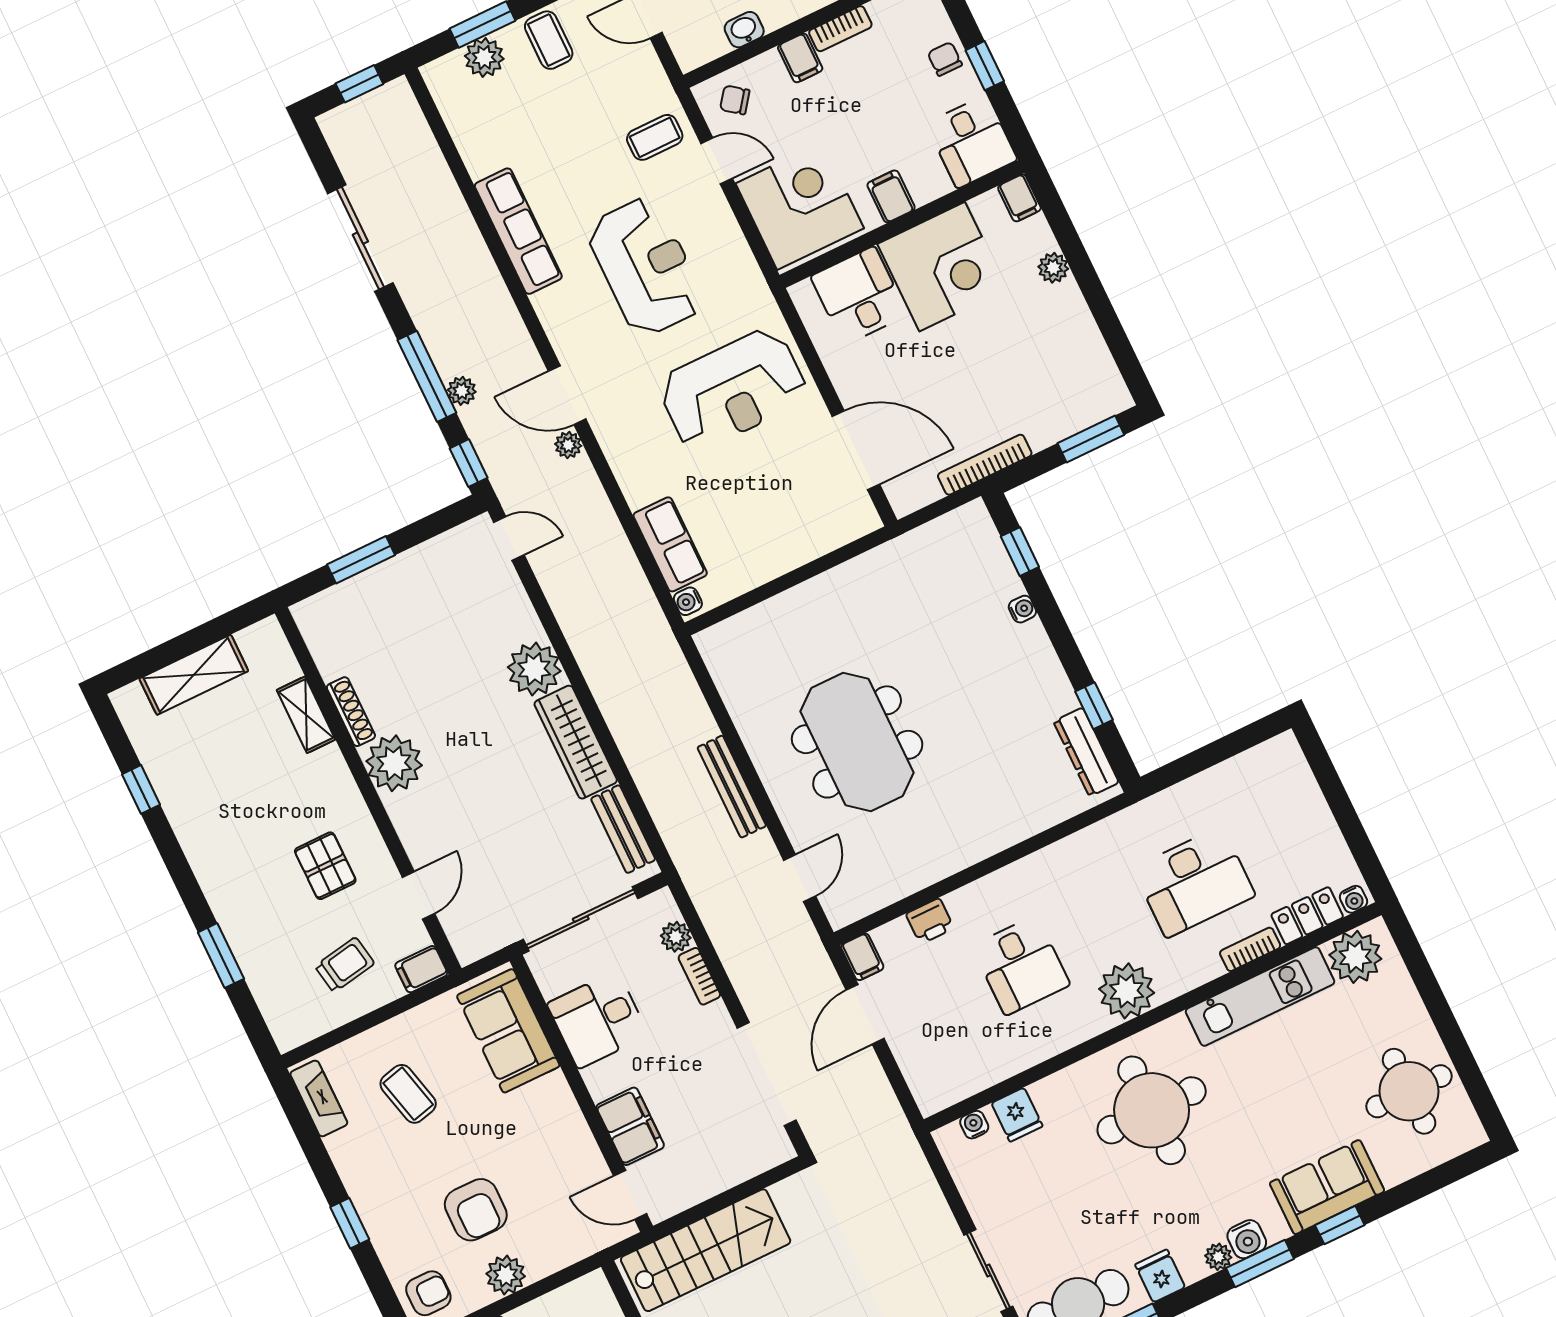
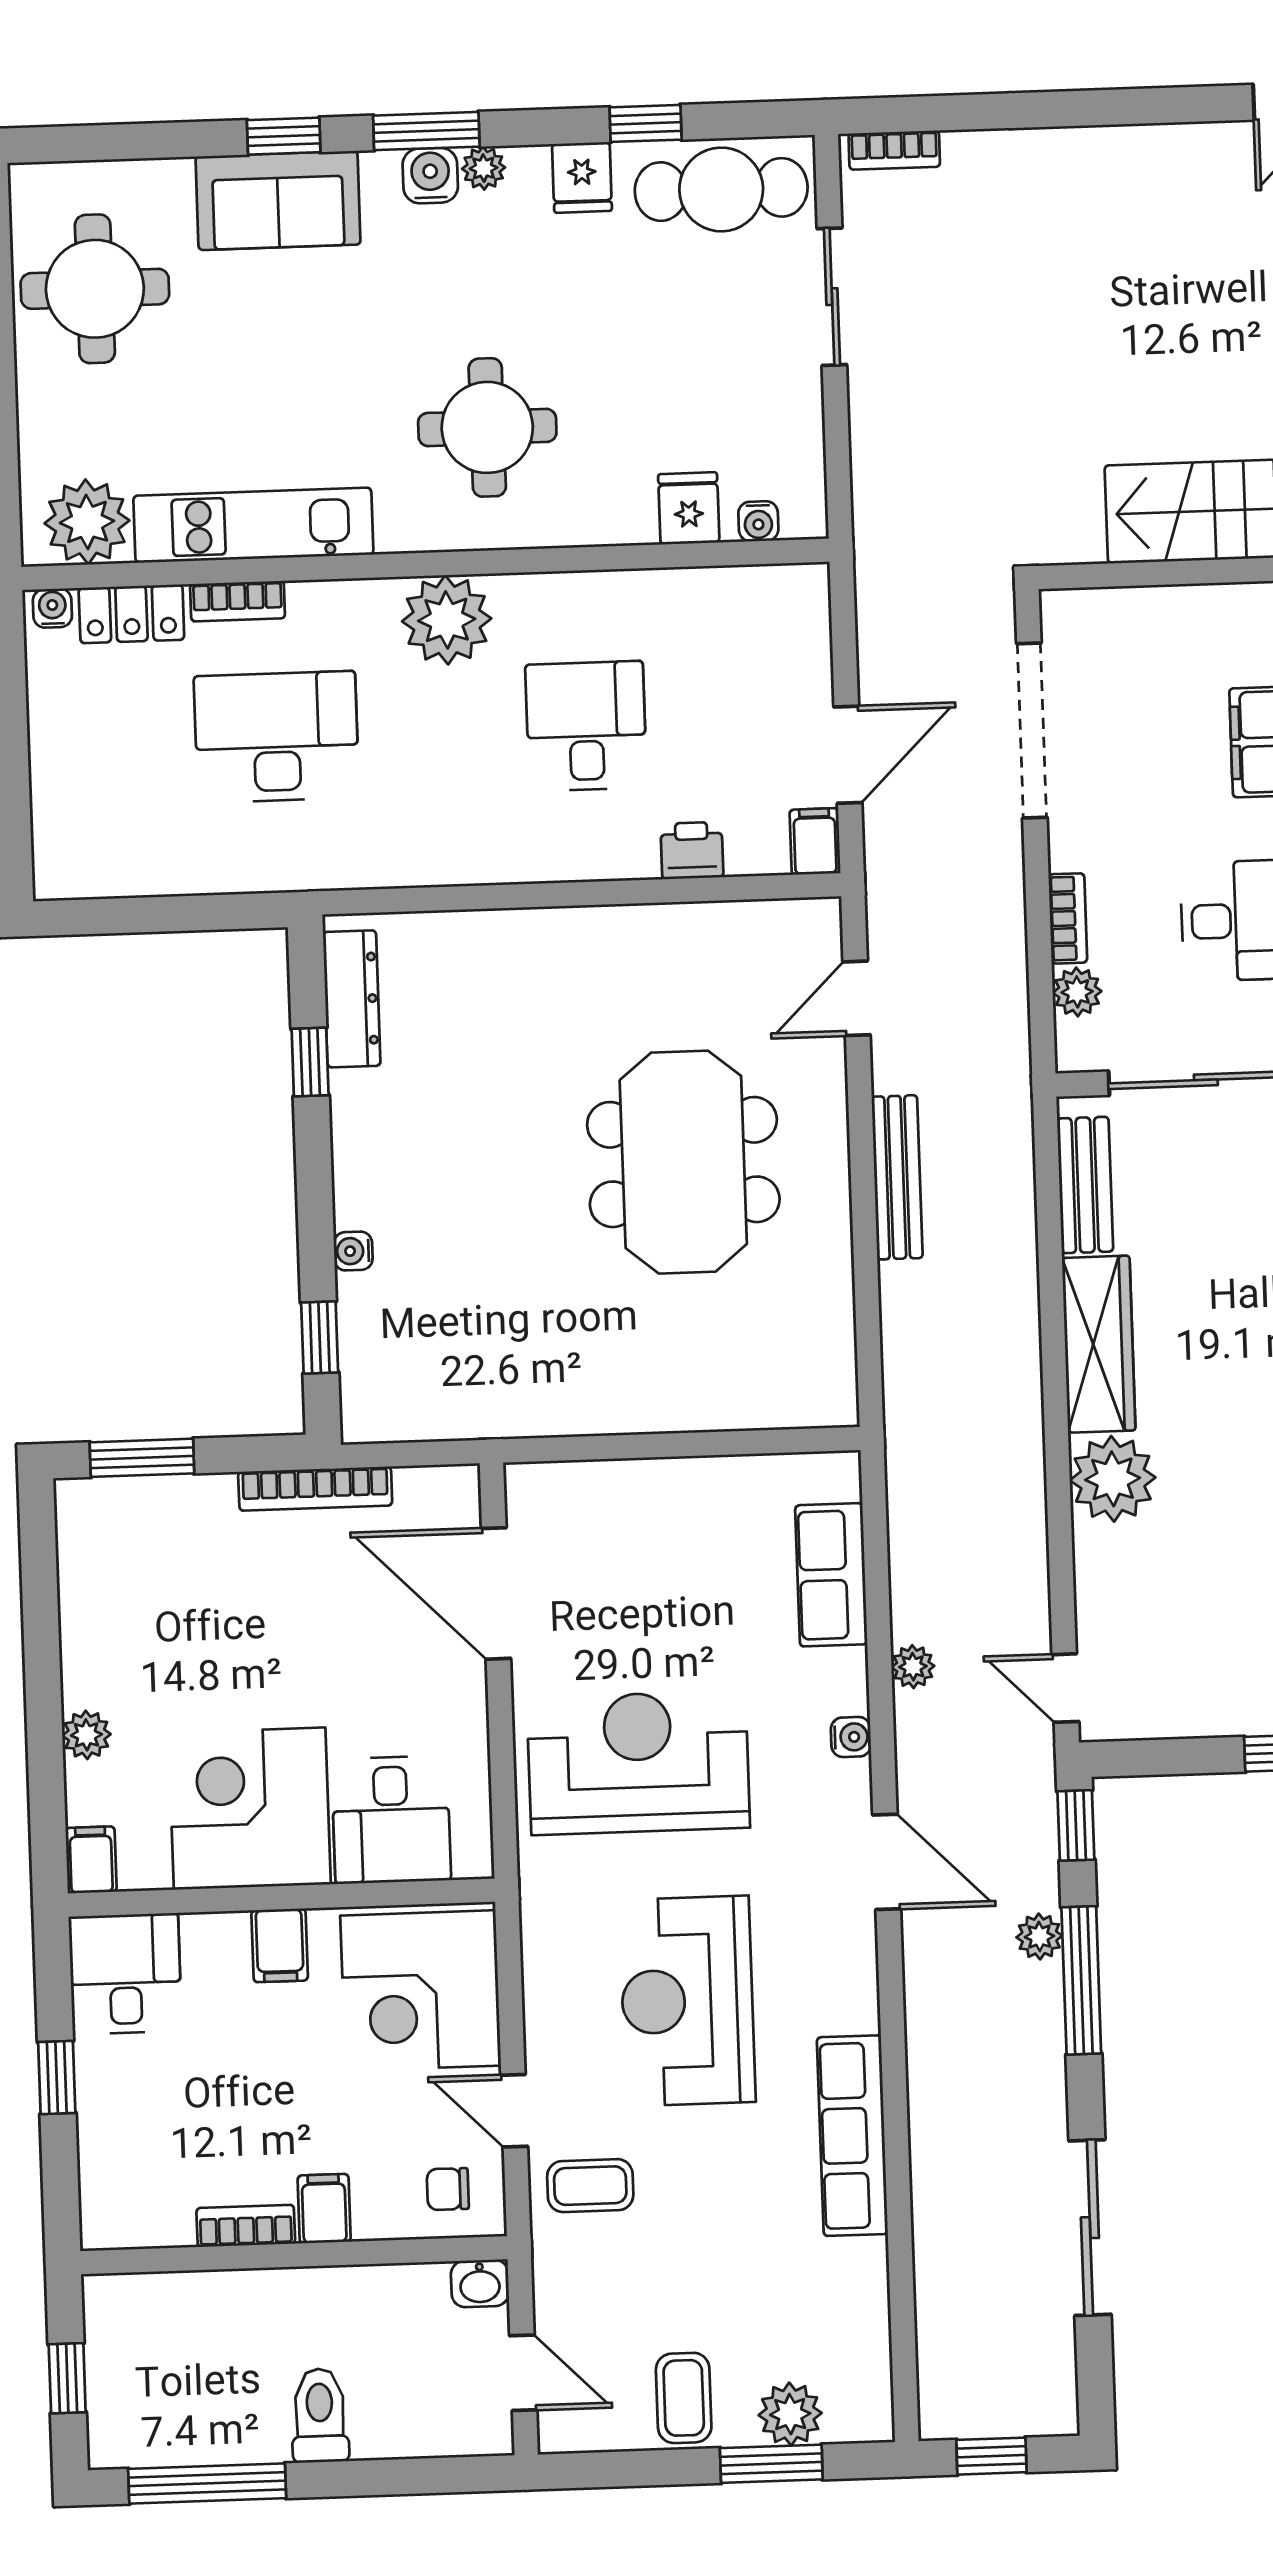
washbasin: (744, 30) -> (480, 2283), moved
chair: (945, 59) -> (111, 2113), removed
chair: (735, 100) -> (448, 2189), turned 143
plant: (568, 445) -> (913, 1667), moved
water cooler: (688, 601) -> (851, 1737), moved
round table: (1152, 1110) -> (487, 427), width x0.73, depth x0.73

